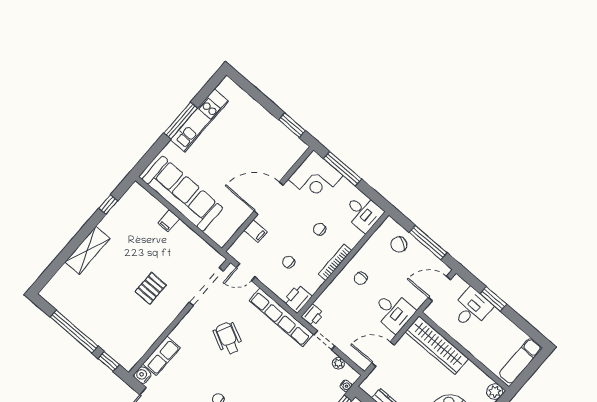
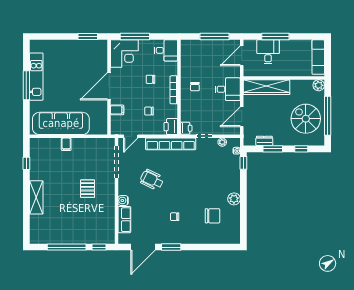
chair: (399, 244) -> (200, 51), removed
window: (493, 299) -> (275, 36), width x1.44
water cooler: (142, 375) -> (123, 201), moved

